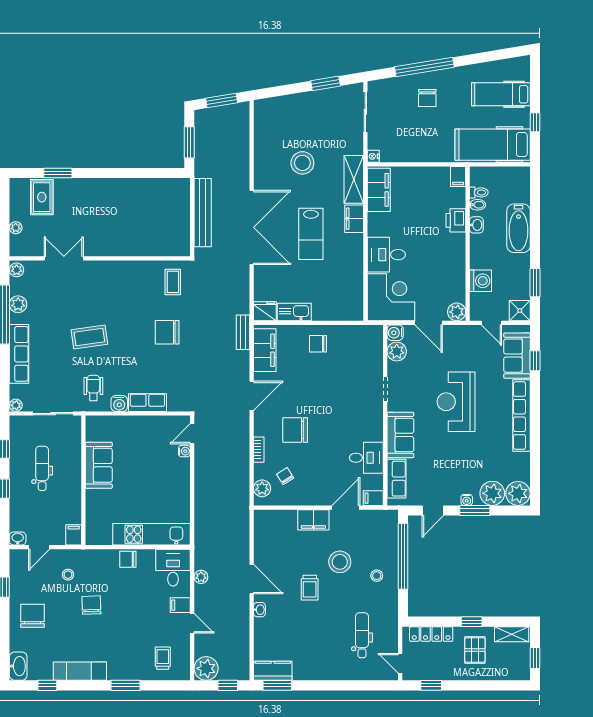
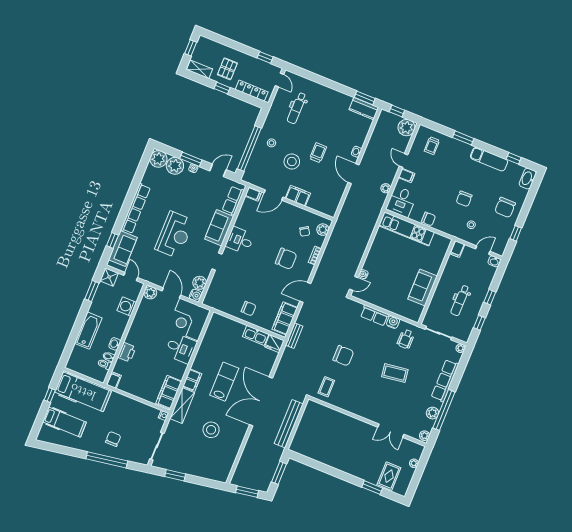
desk: (366, 458) -> (240, 240), moved

